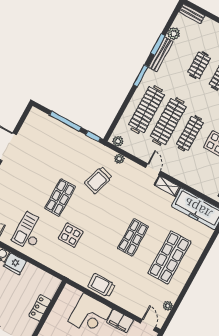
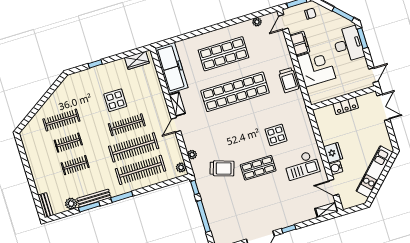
trolley: (98, 180) -> (222, 168), moved
shop shelf: (133, 237) -> (235, 92), width x2.00, depth x1.36

